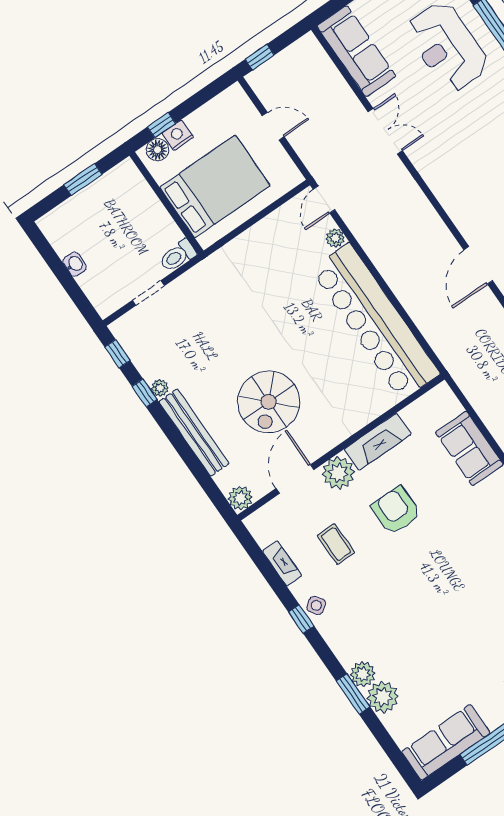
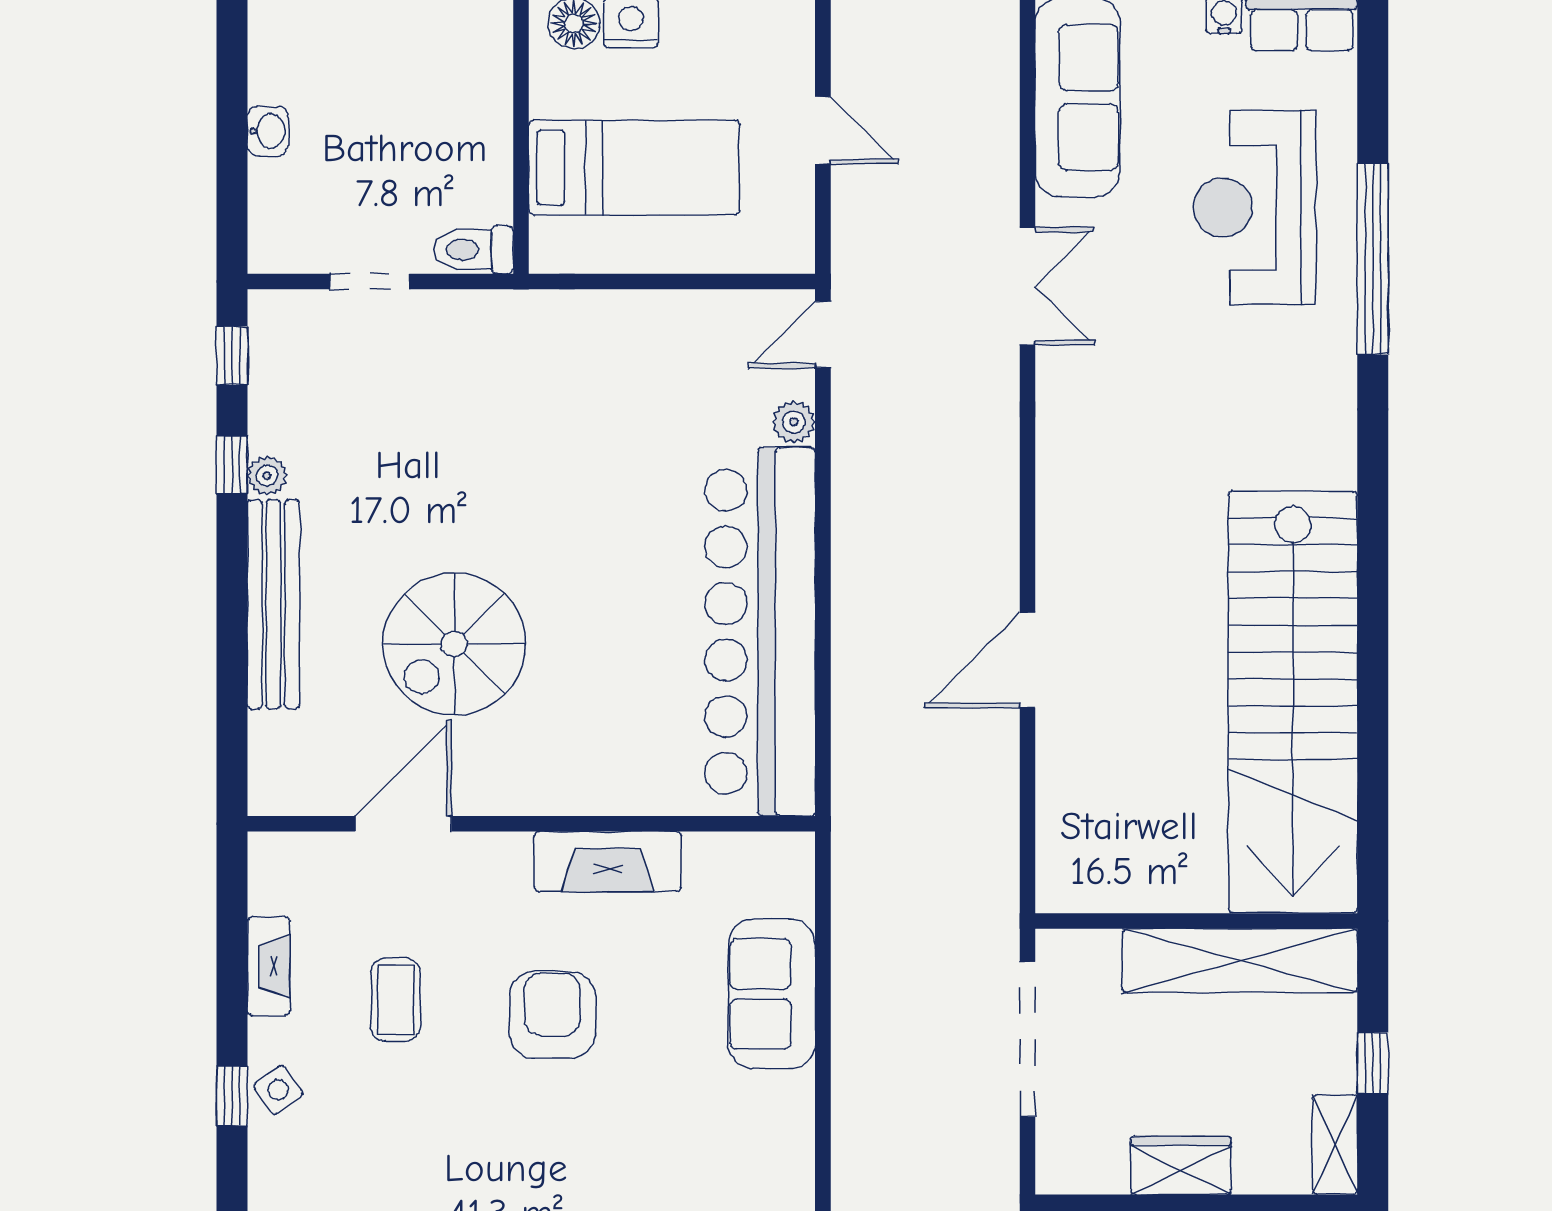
bed: (215, 186) -> (634, 168), width x0.67
plant: (338, 473) -> (493, 869), removed
plant: (240, 498) -> (275, 788), removed

